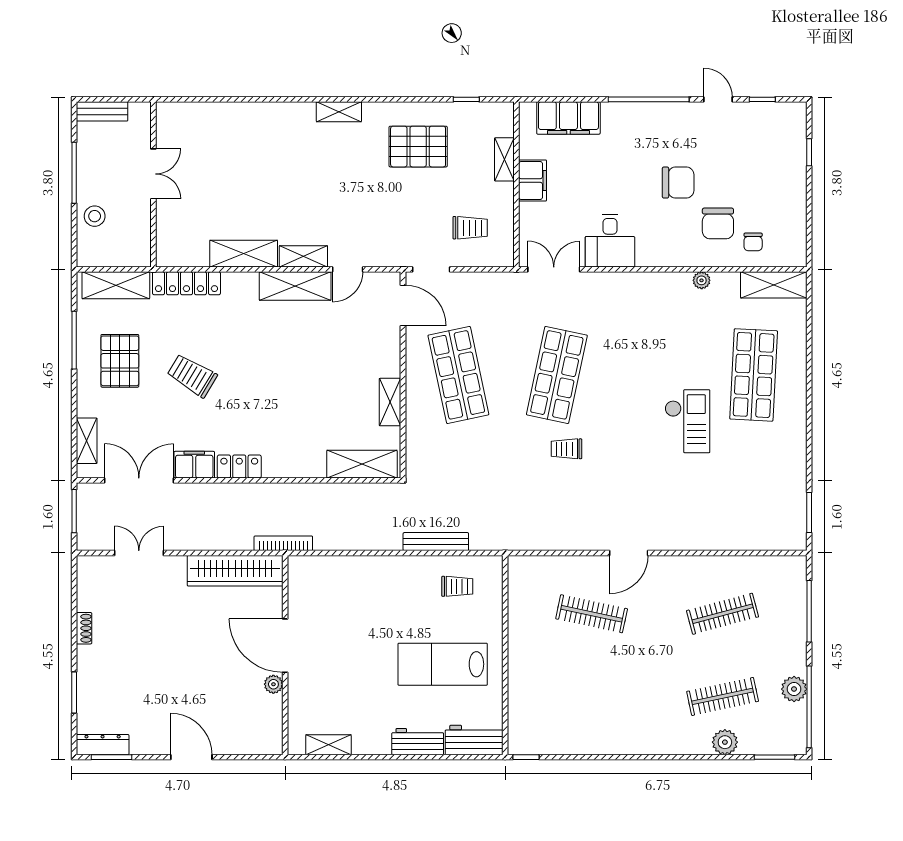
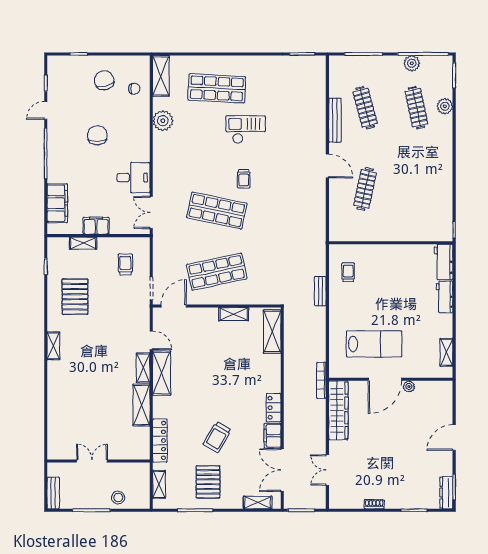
chair: (718, 223) -> (104, 80), moved, turned -105
plant: (702, 280) -> (163, 121), width x1.87, depth x1.87
shelving: (116, 285) -> (159, 484), width x0.67, depth x0.75
pallet: (120, 361) -> (208, 482), turned 90
trolley: (566, 449) -> (244, 179), moved
bench: (436, 542) -> (320, 291), width x0.73
bench: (702, 565) -> (335, 120), added
lab bench: (443, 664) -> (374, 344), moved, turned -90

